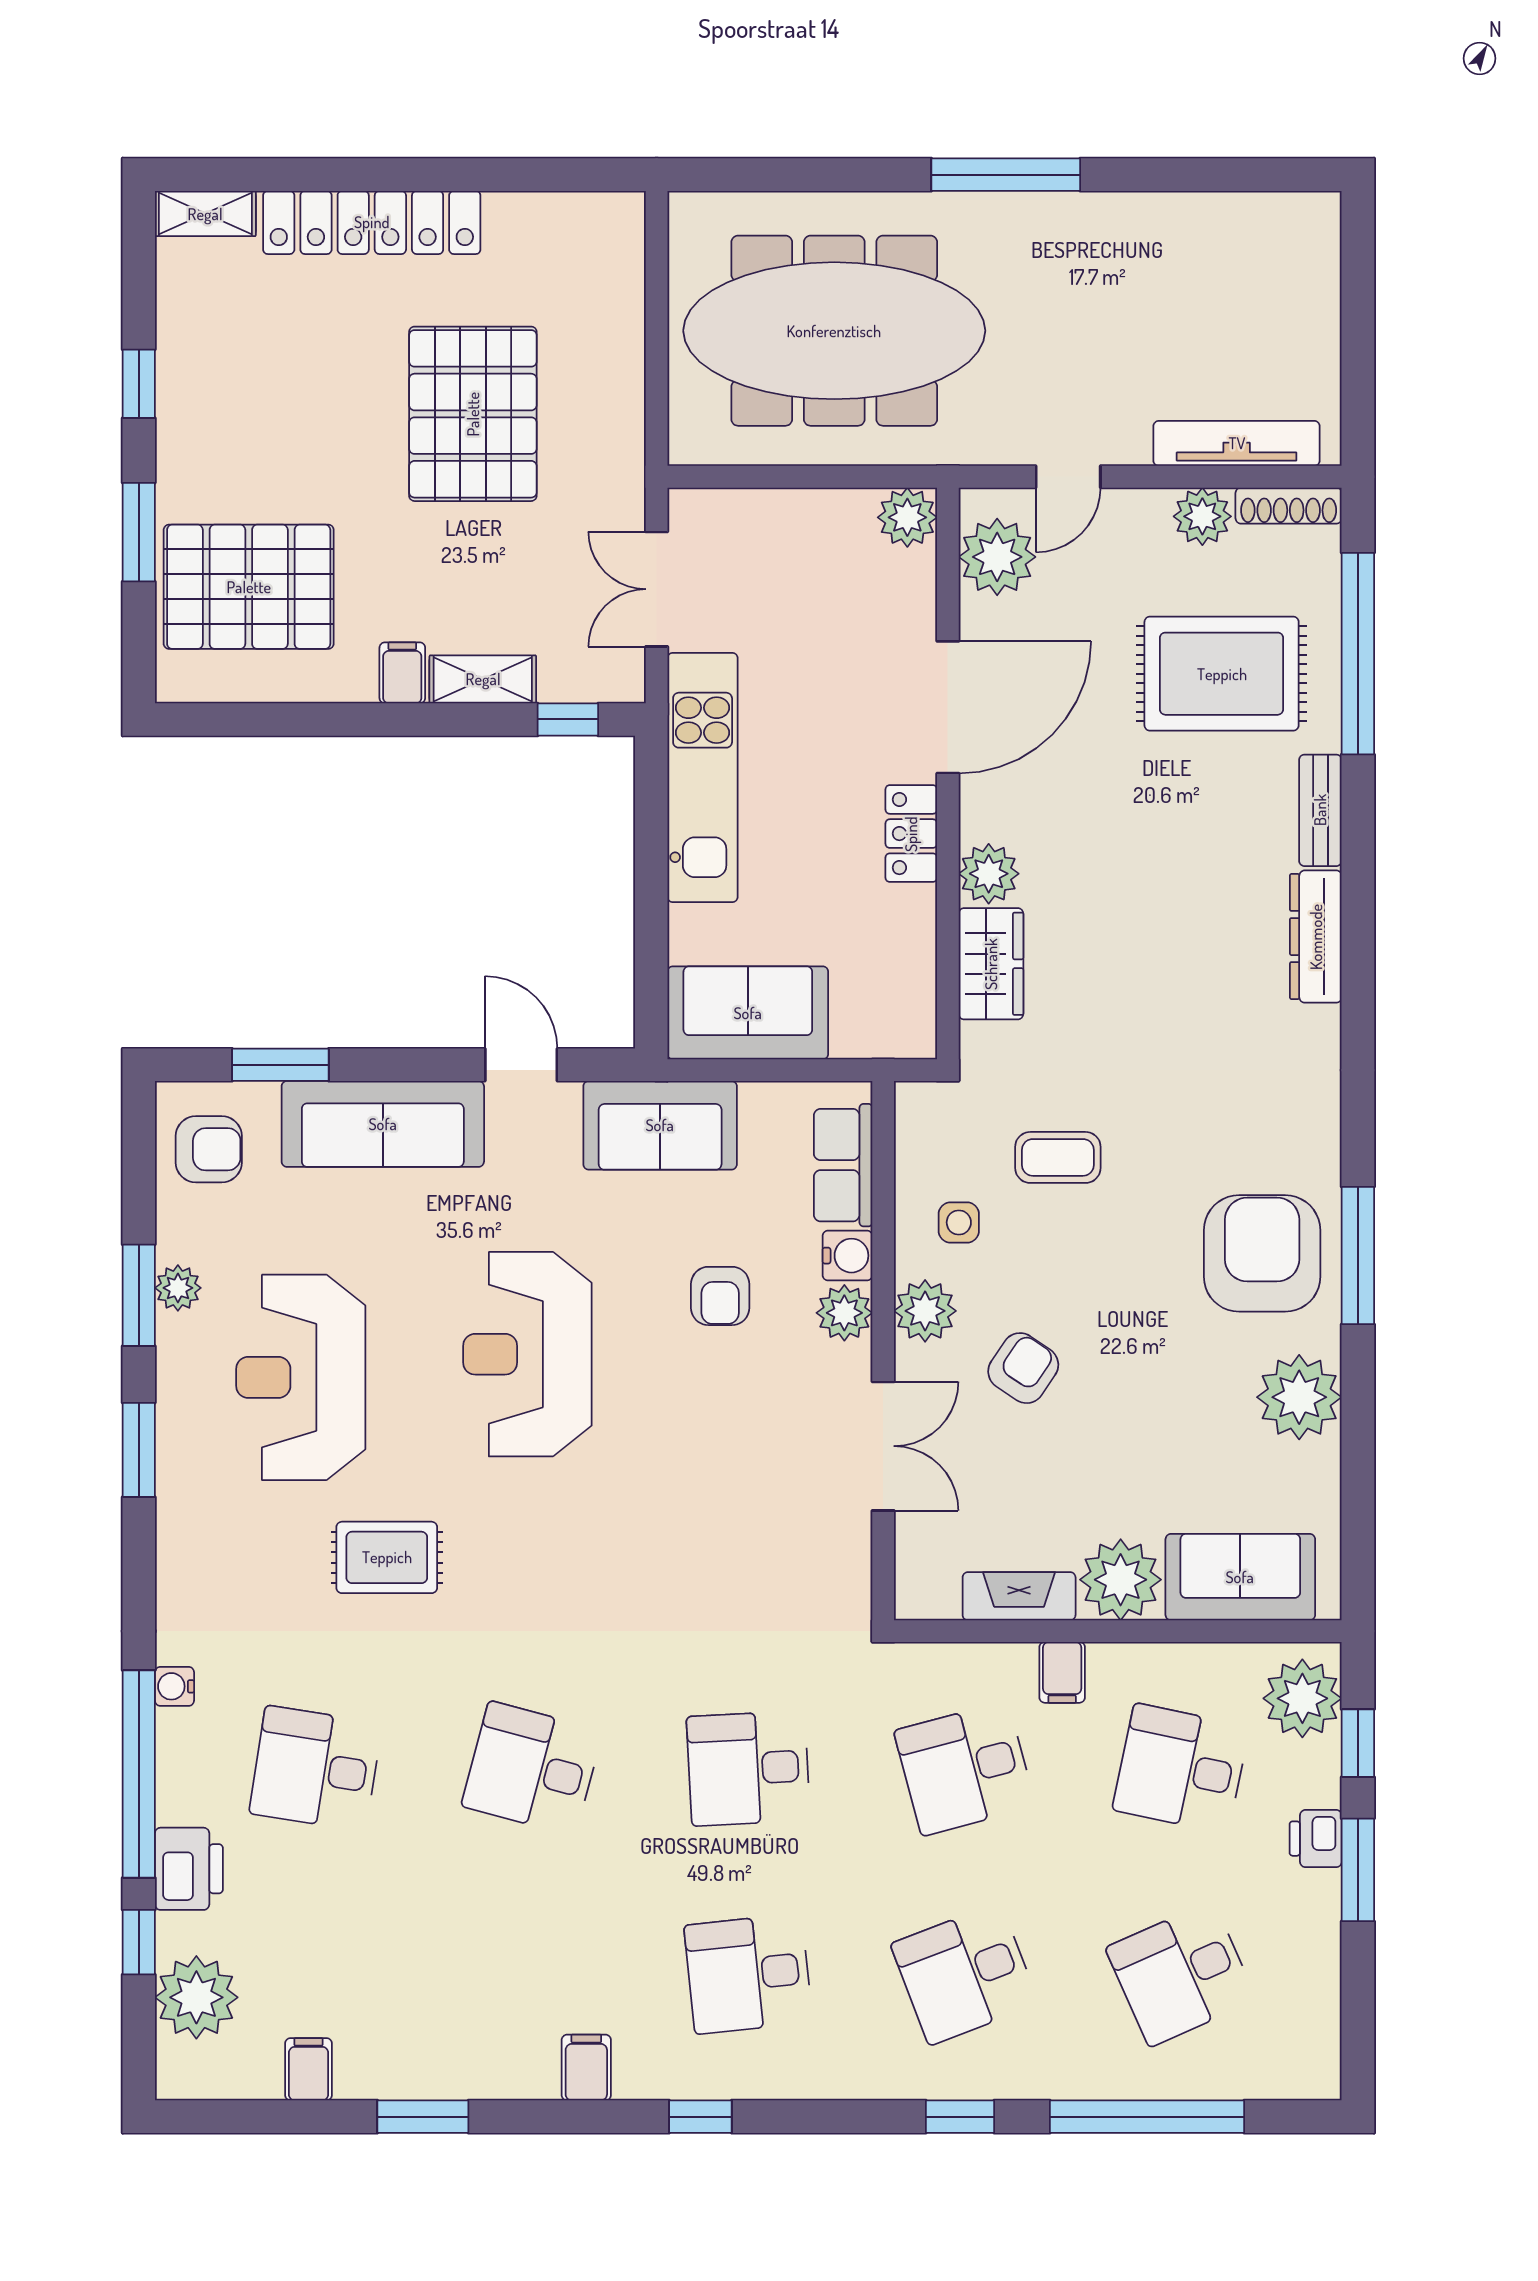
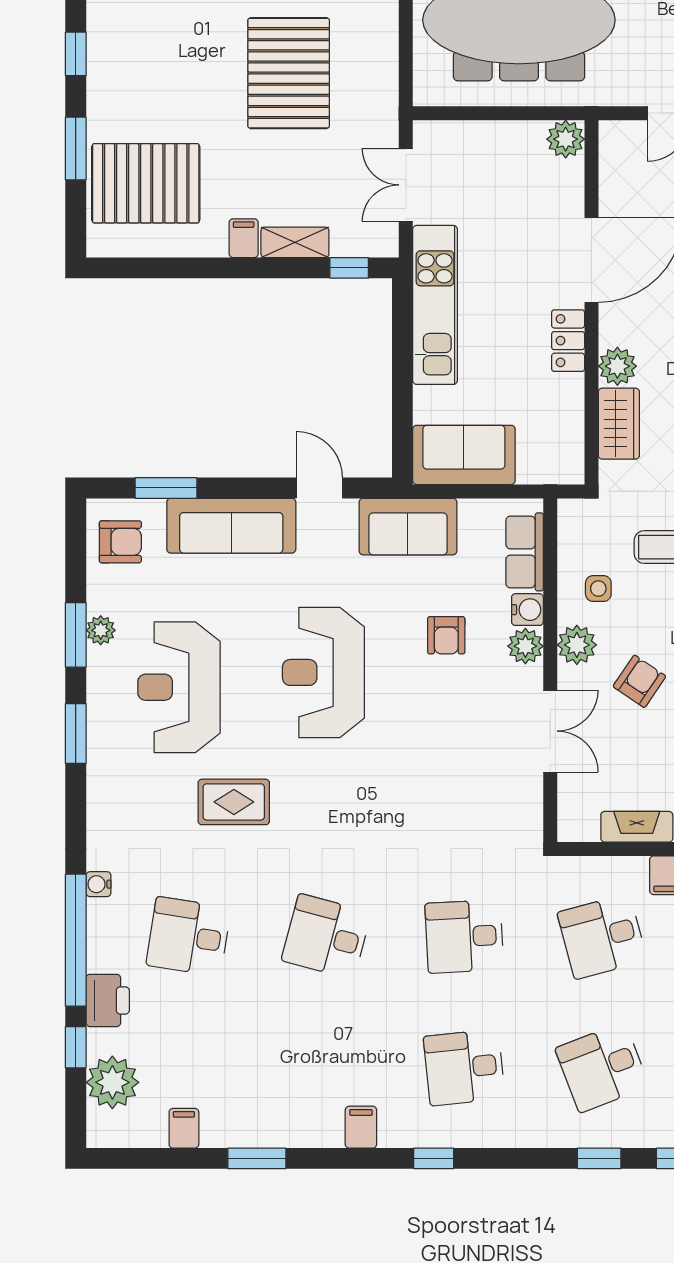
plant: (997, 557) -> (623, 164), removed

